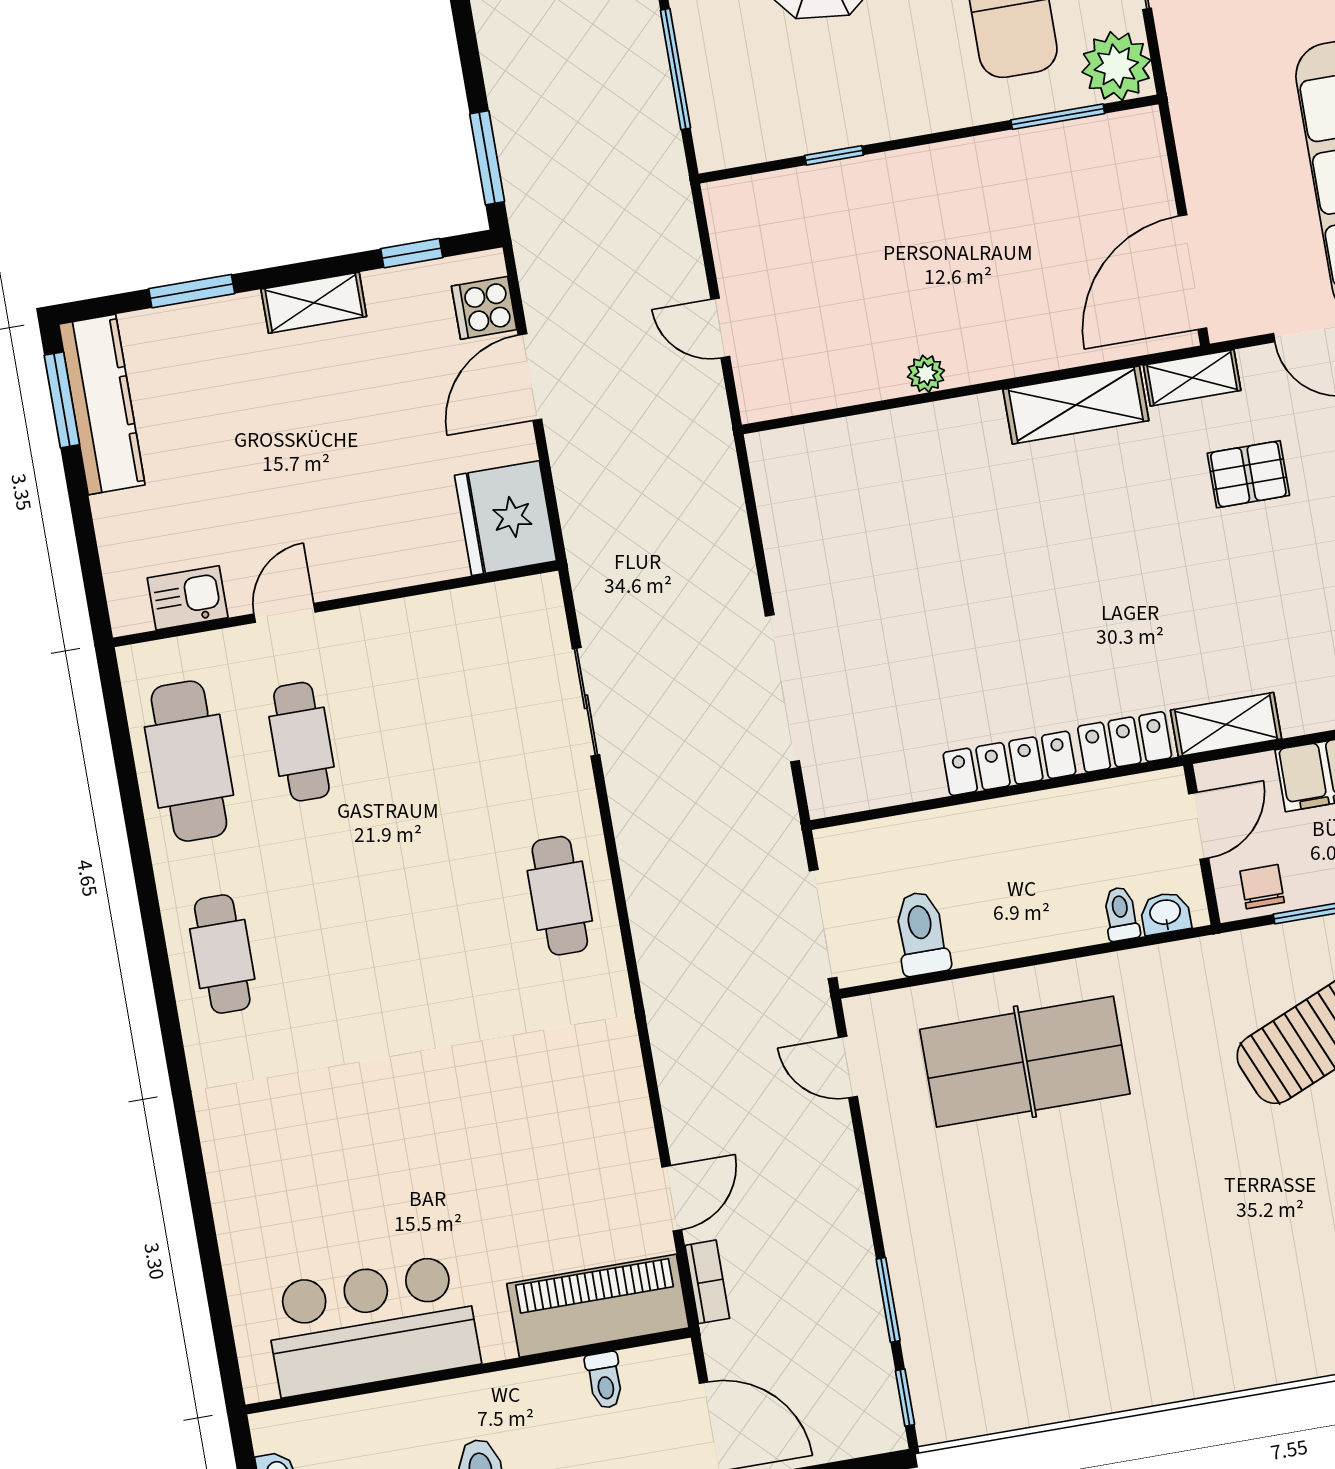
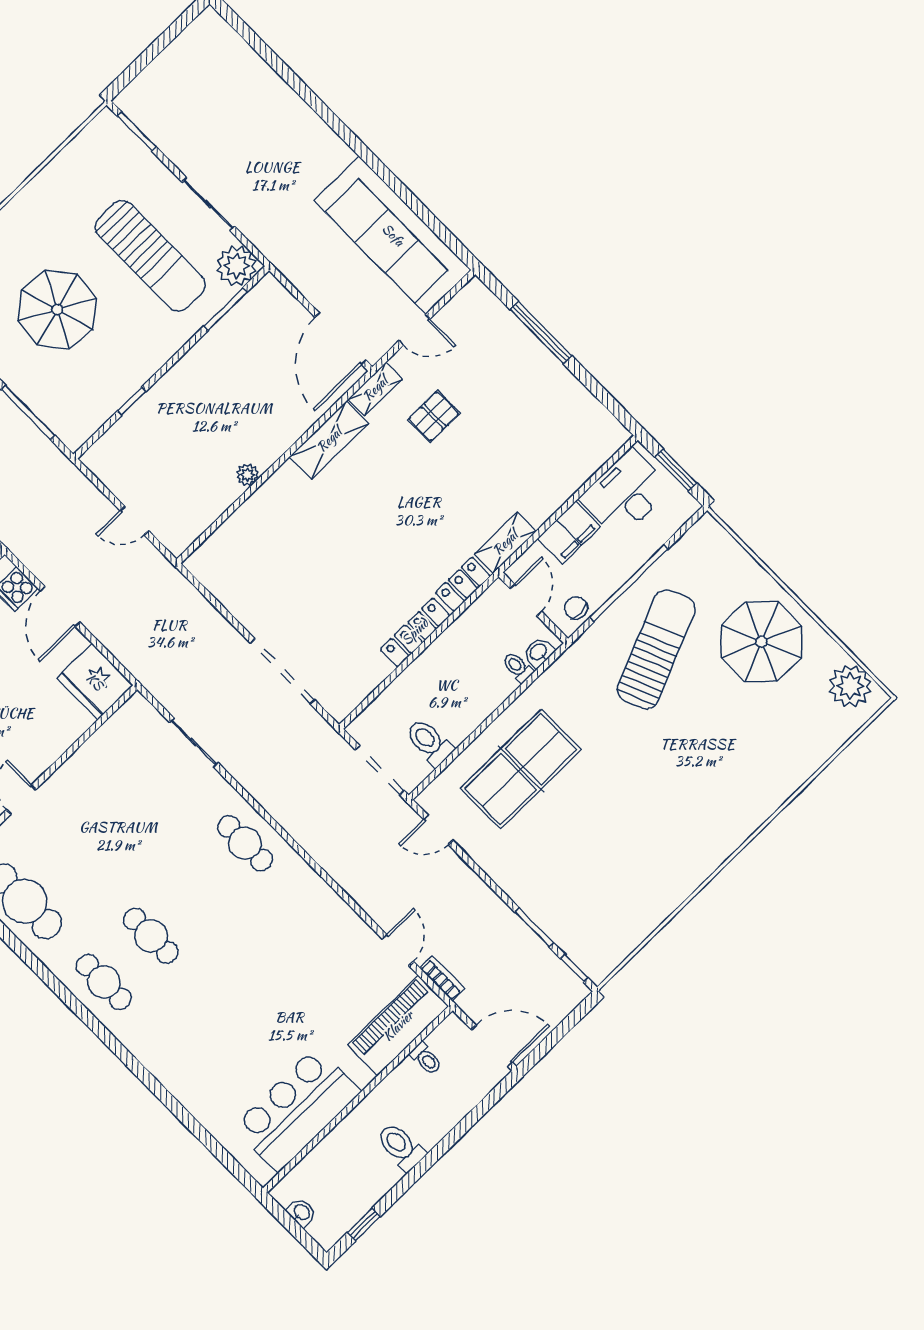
cafe table: (301, 742) -> (151, 936), moved

